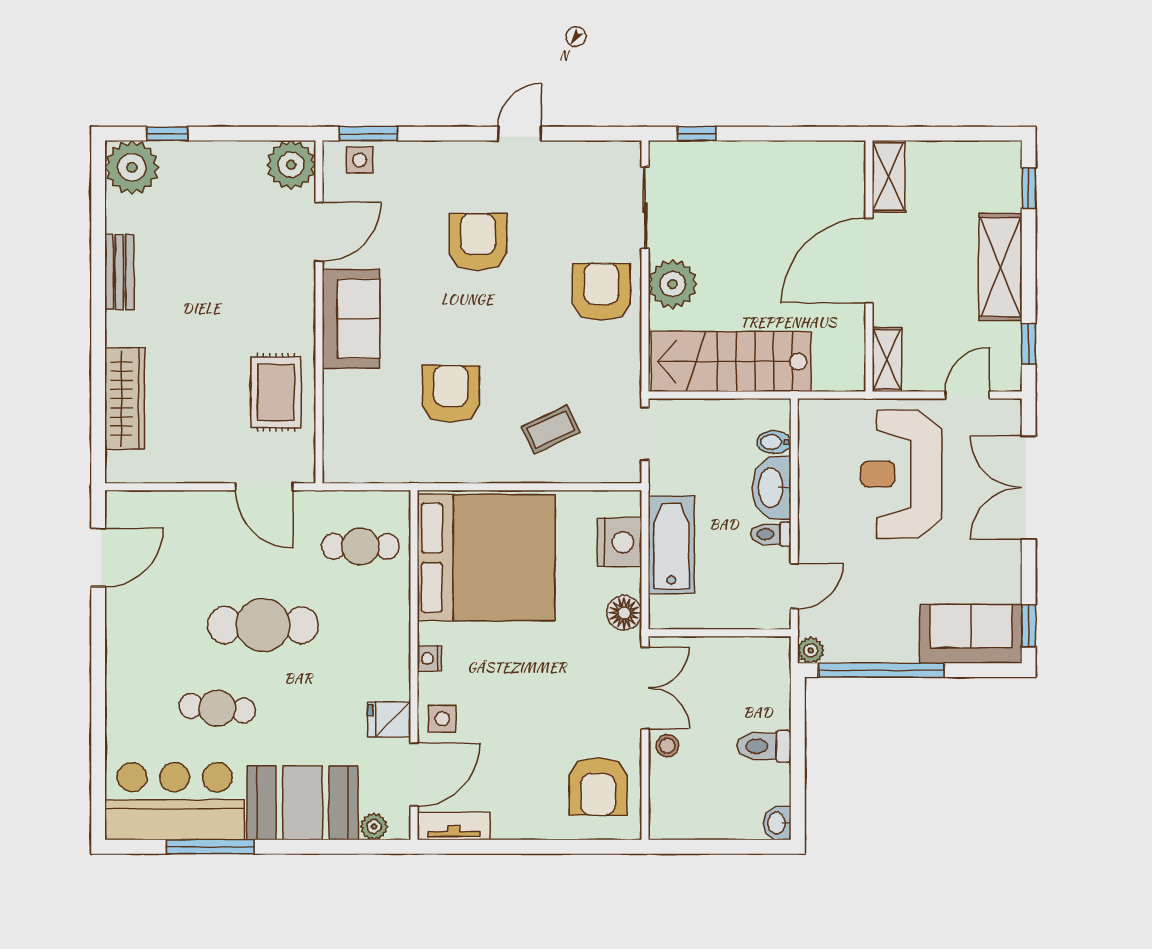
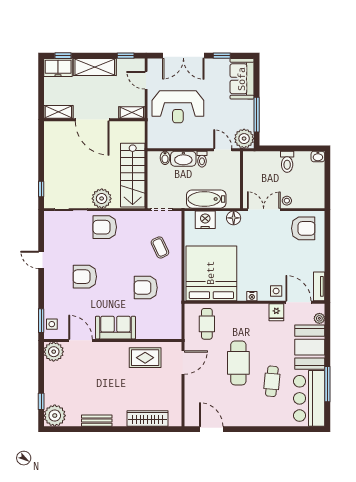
freezer: (999, 176) -> (58, 68), added
window: (1029, 626) -> (222, 56), moved
plant: (811, 650) -> (244, 139), width x1.88, depth x1.88
window: (881, 670) -> (257, 115), width x0.68

